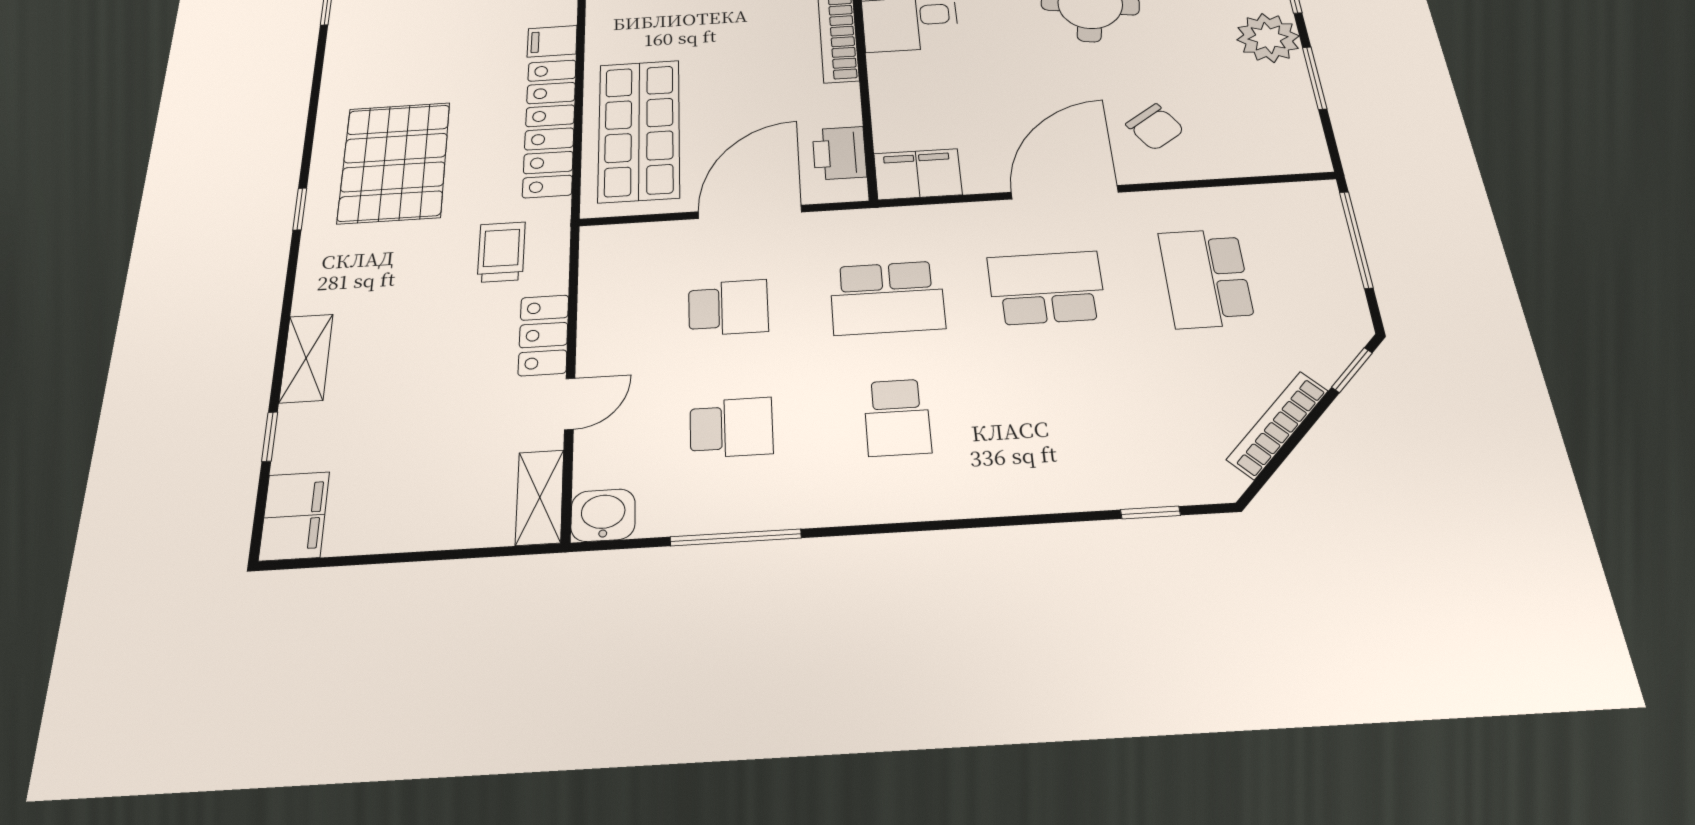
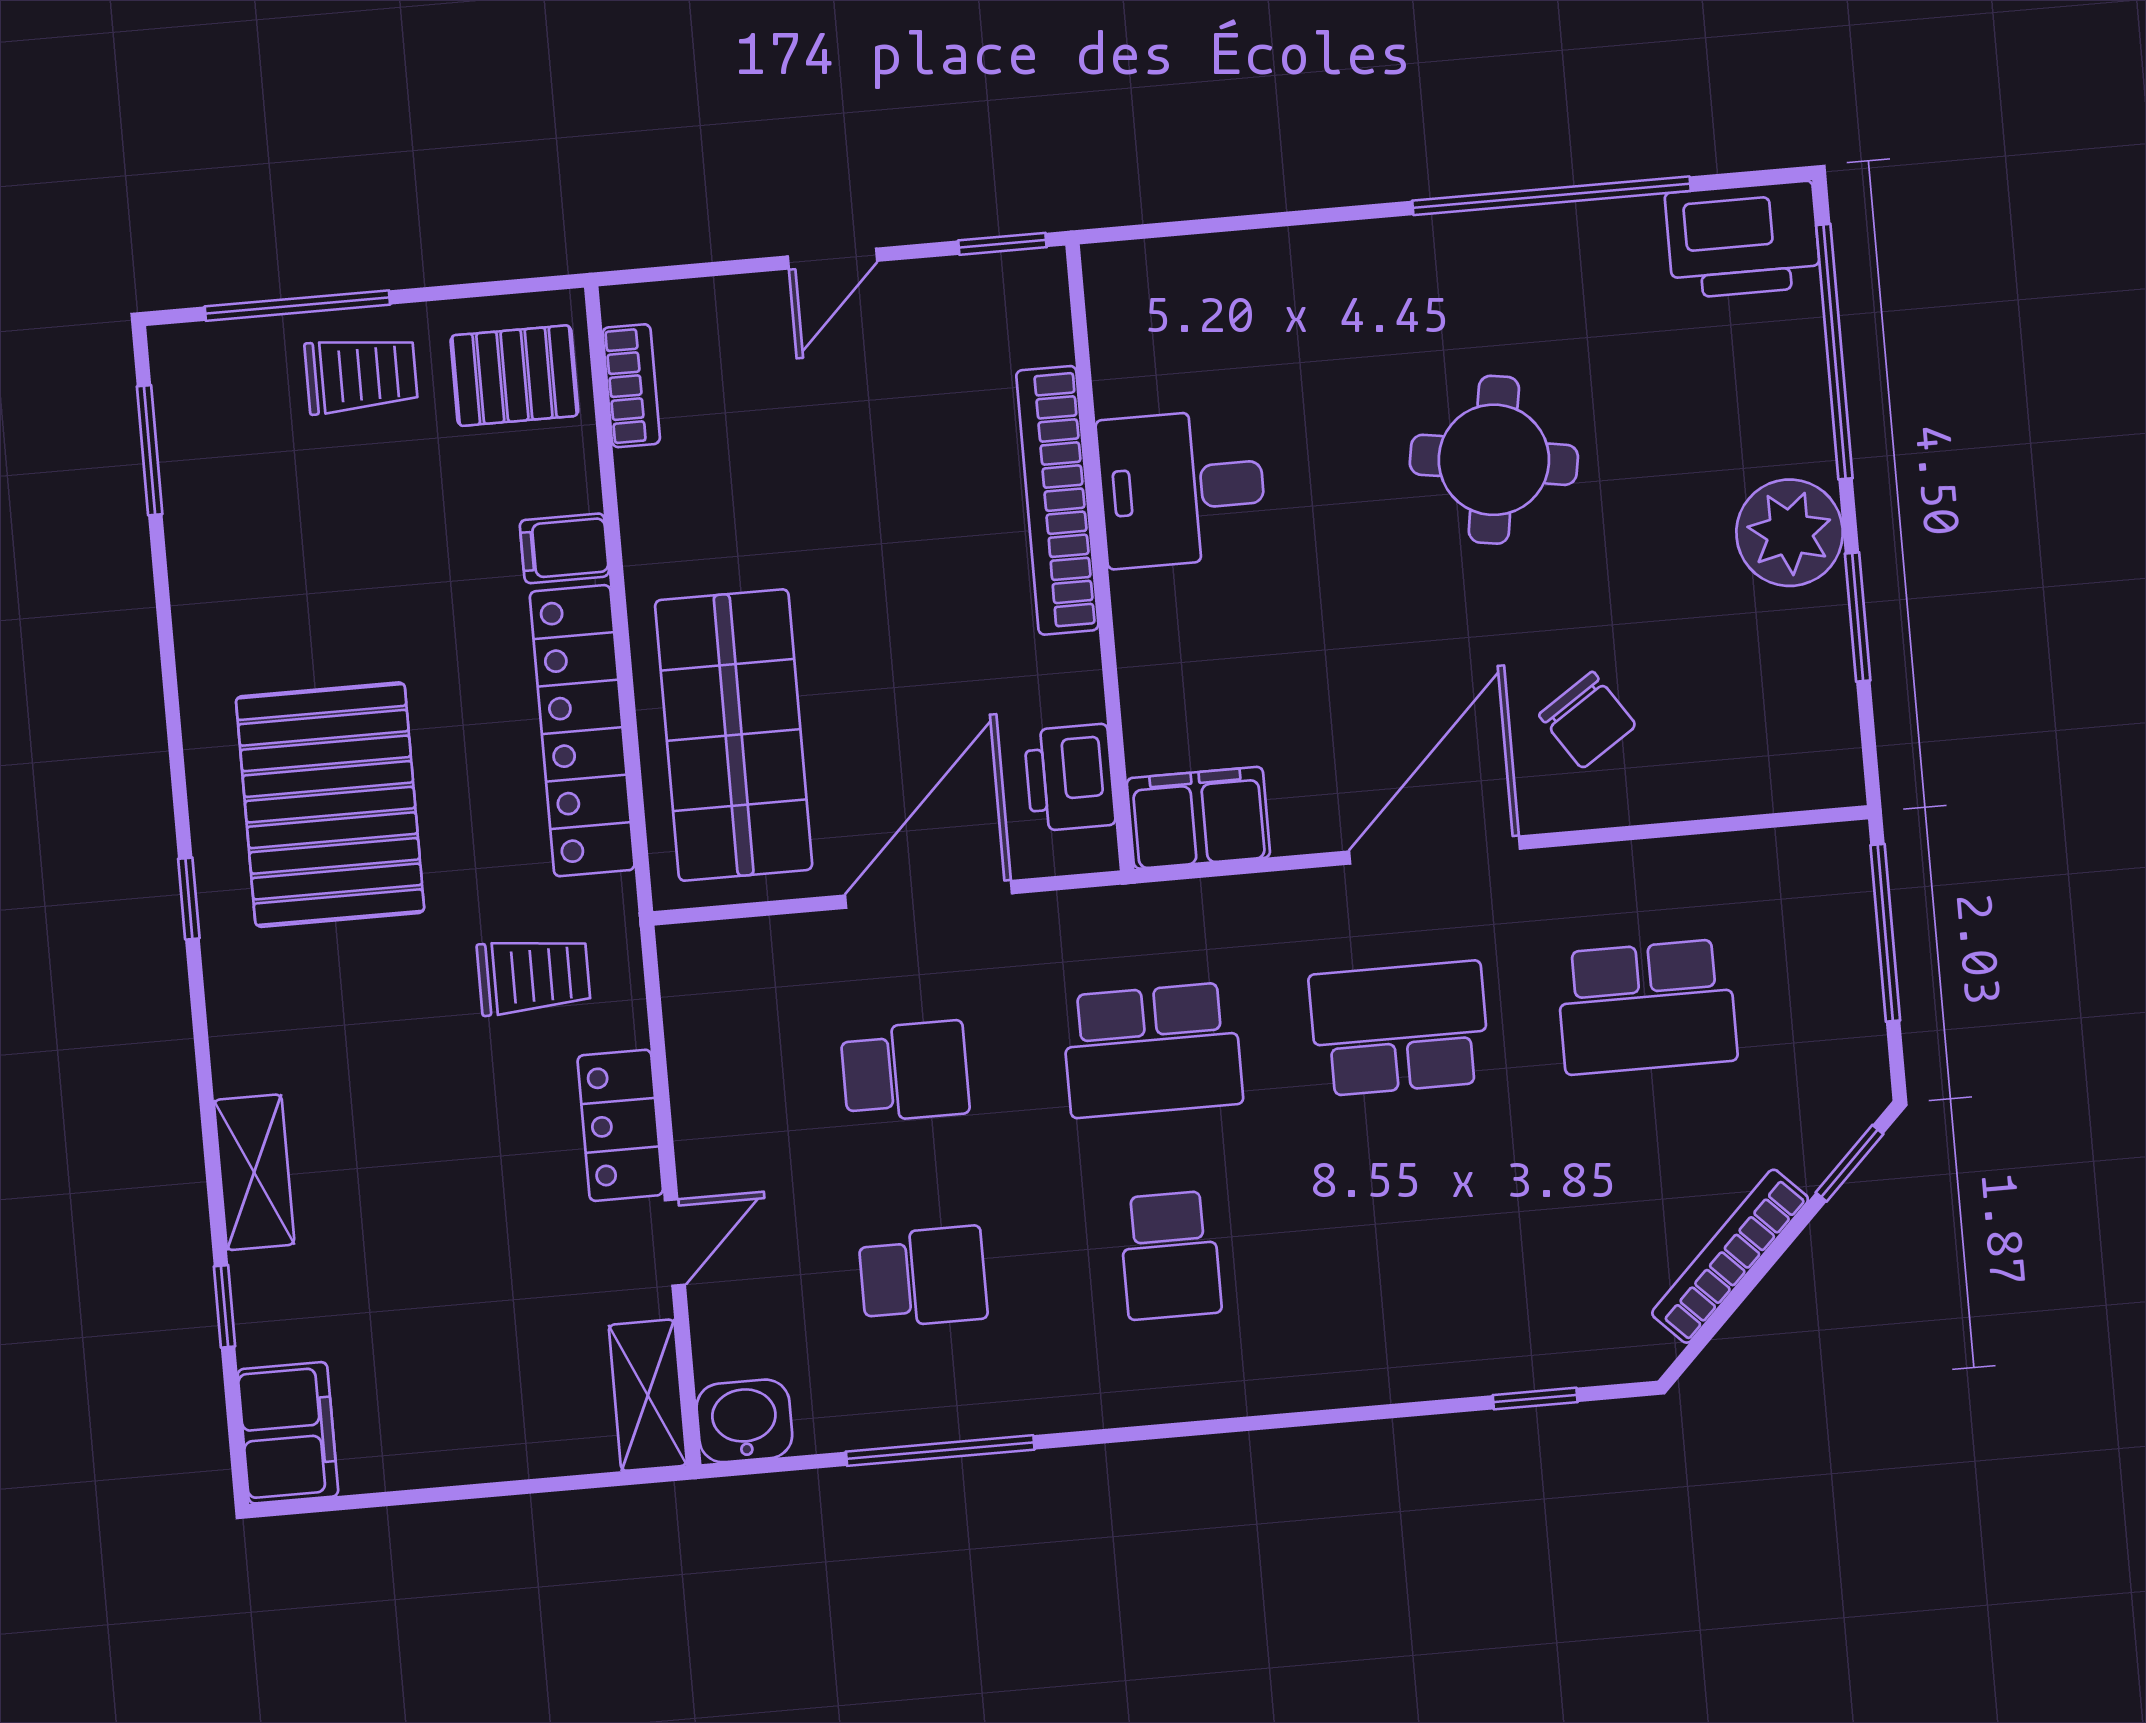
trolley: (501, 252) -> (534, 976), turned 90
school desk: (1206, 278) -> (1647, 1007), turned -90

